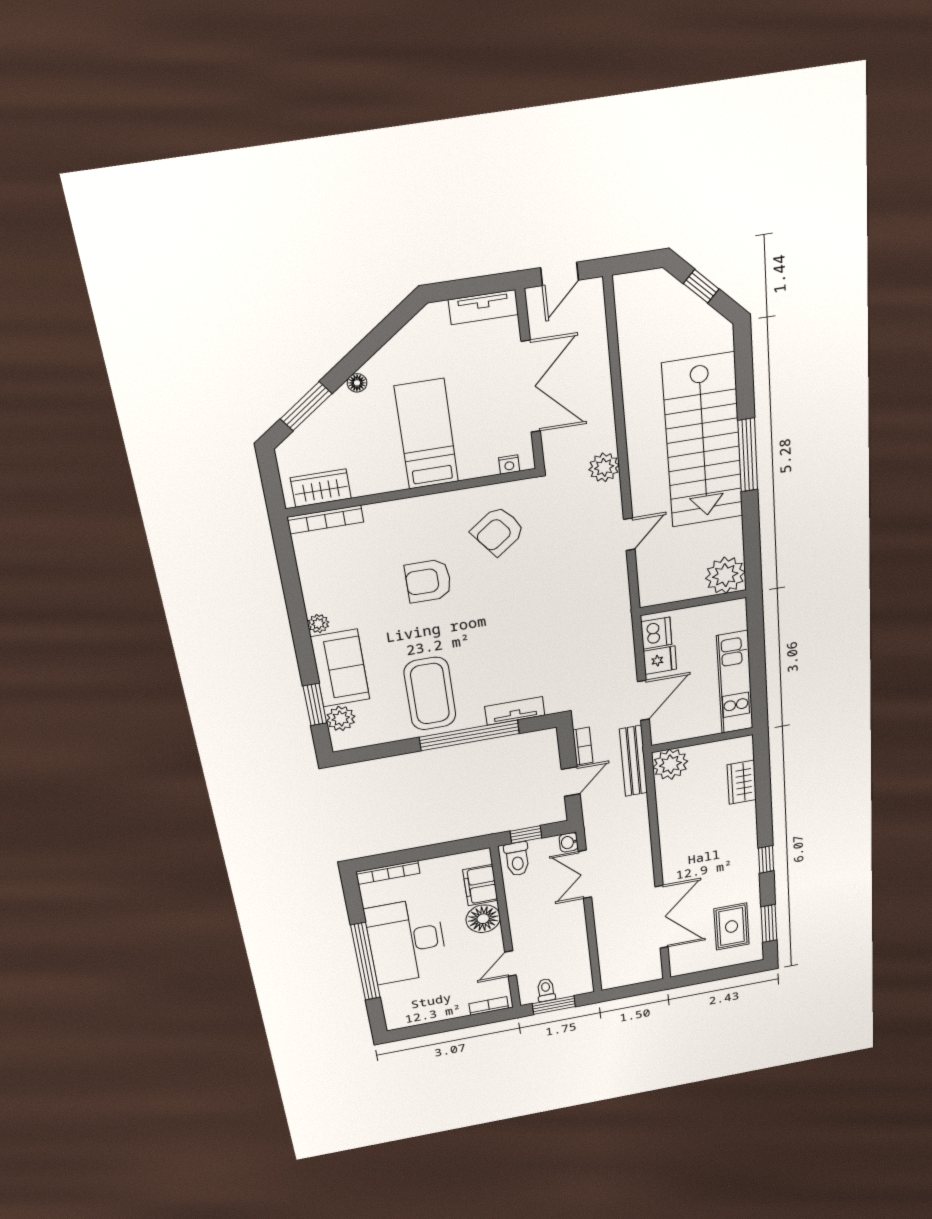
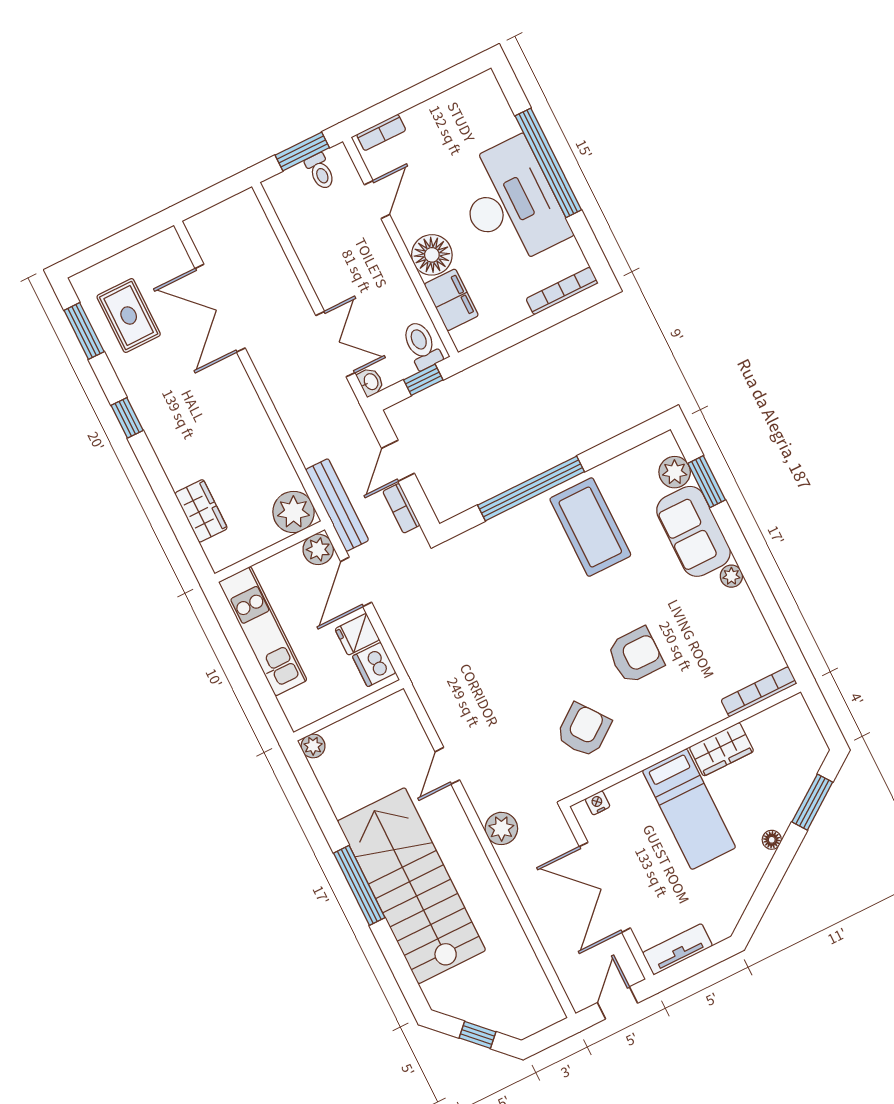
wardrobe: (321, 488) -> (721, 749), moved
plant: (725, 575) -> (313, 746), width x0.53, depth x0.53
tv unit: (515, 711) -> (492, 531), removed
plant: (663, 732) -> (318, 549), added

